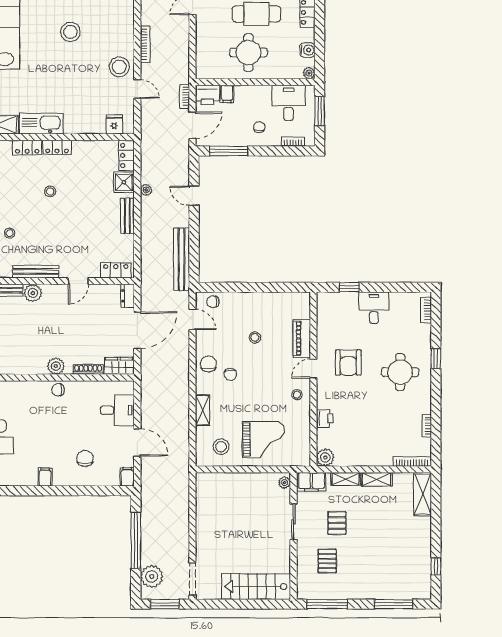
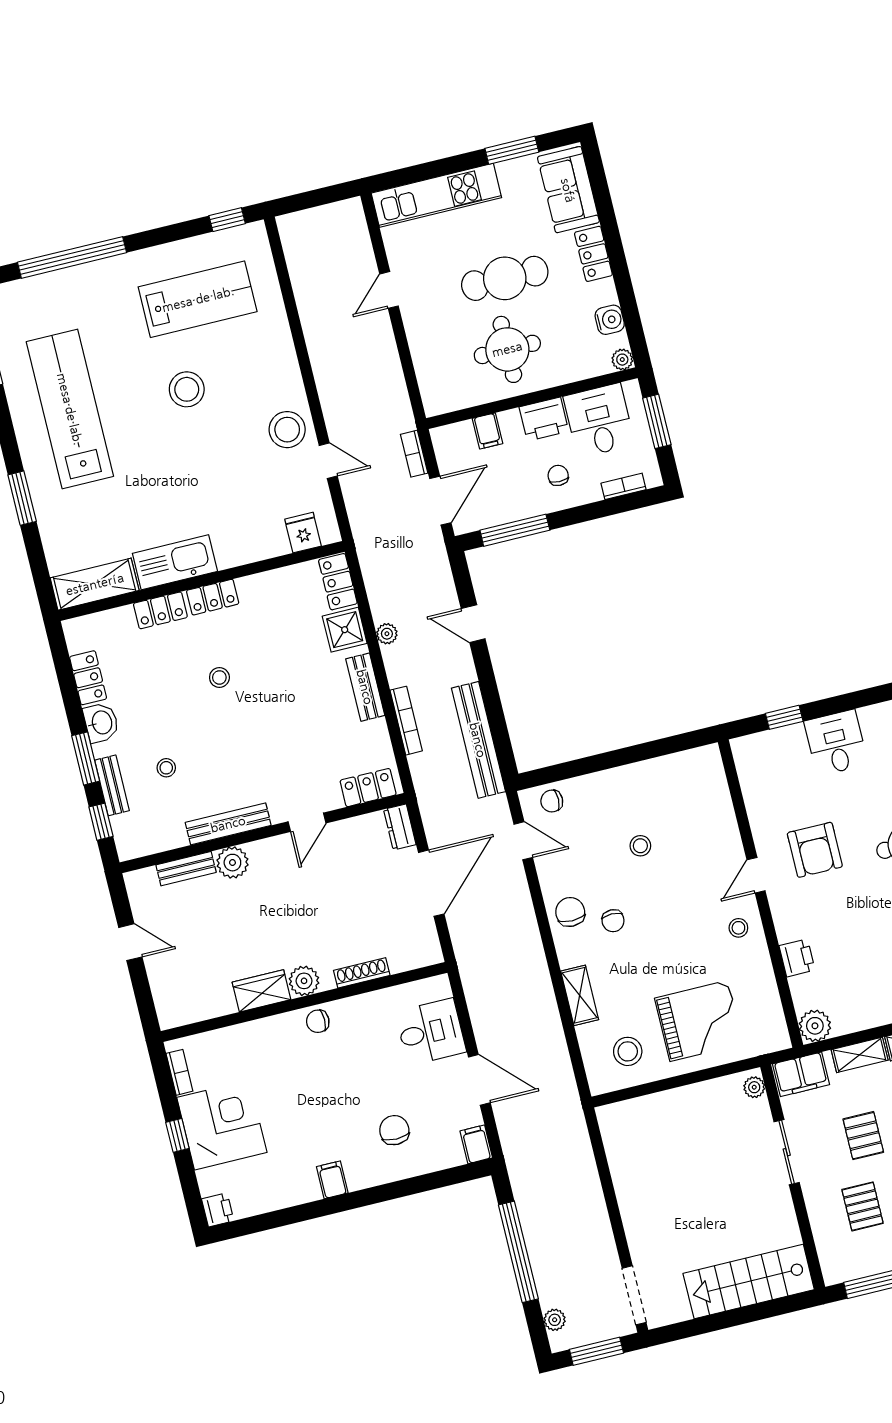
bookcase: (145, 44) -> (406, 721), moved
printer: (207, 95) -> (544, 419), moved
piano: (302, 338) -> (723, 827), removed
wardrobe: (119, 366) -> (261, 991), moved
plant: (152, 576) -> (555, 1320), width x0.53, depth x0.53

